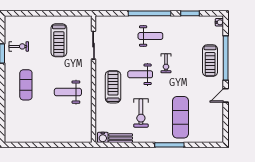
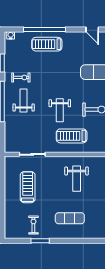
treadmill: (59, 40) -> (28, 187), turned -90
treadmill: (210, 61) -> (47, 44), turned 180
exercise bike: (166, 63) -> (21, 77), moved
door: (226, 95) -> (92, 30), moved

